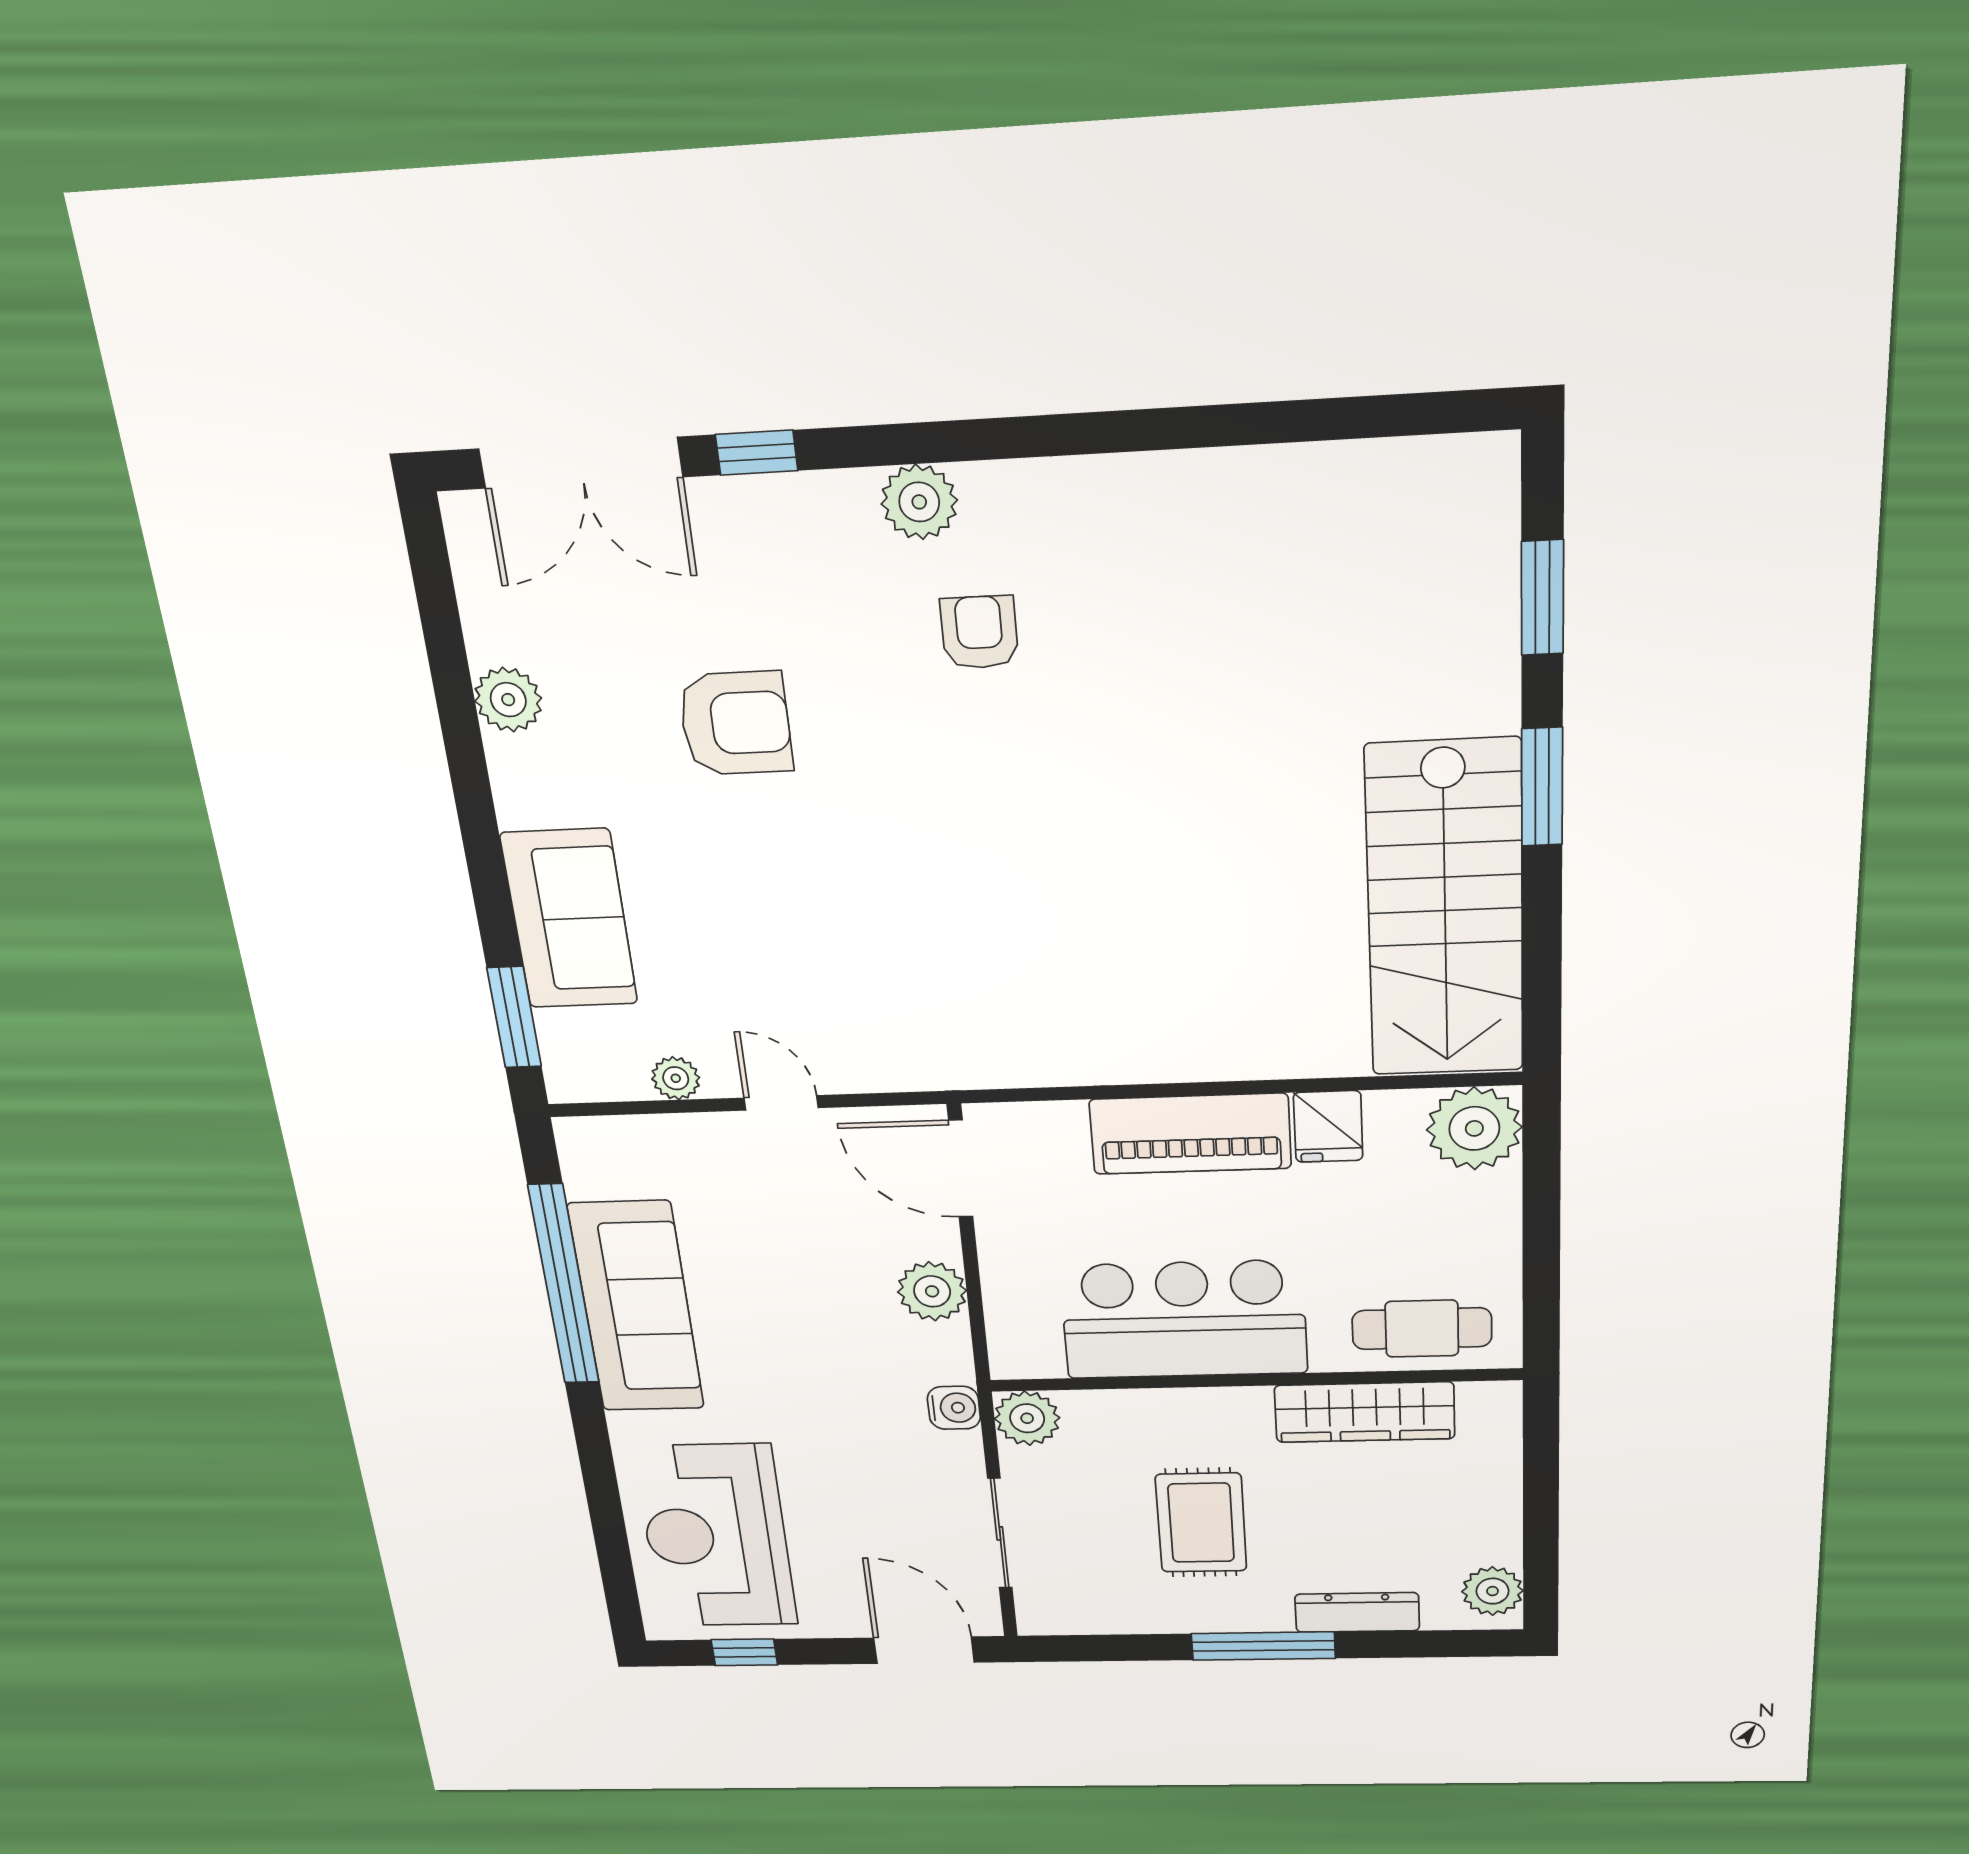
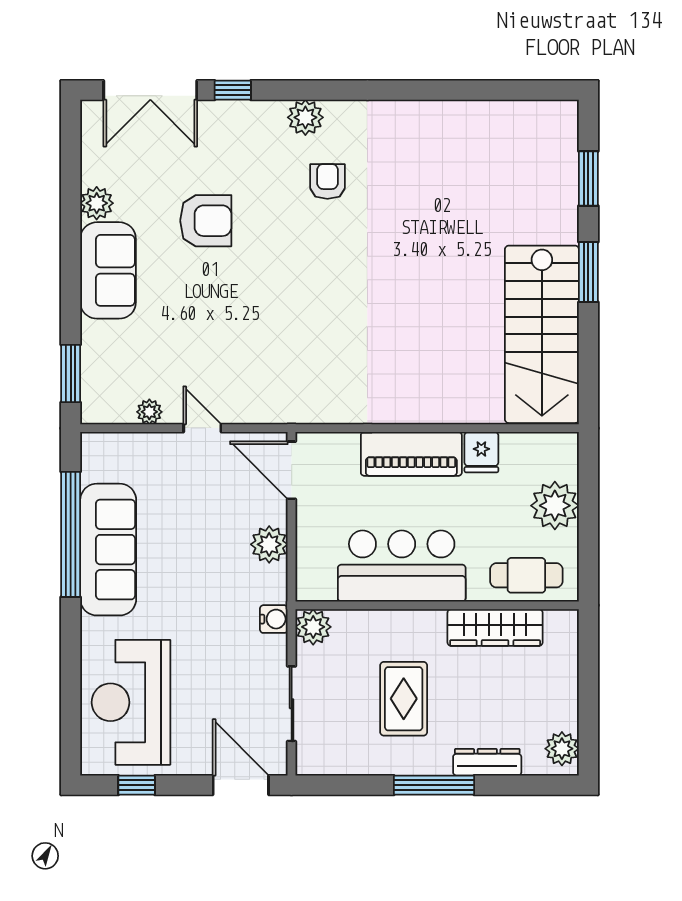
sofa: (569, 919) -> (108, 270), moved
plant: (1474, 1128) -> (555, 506), moved

